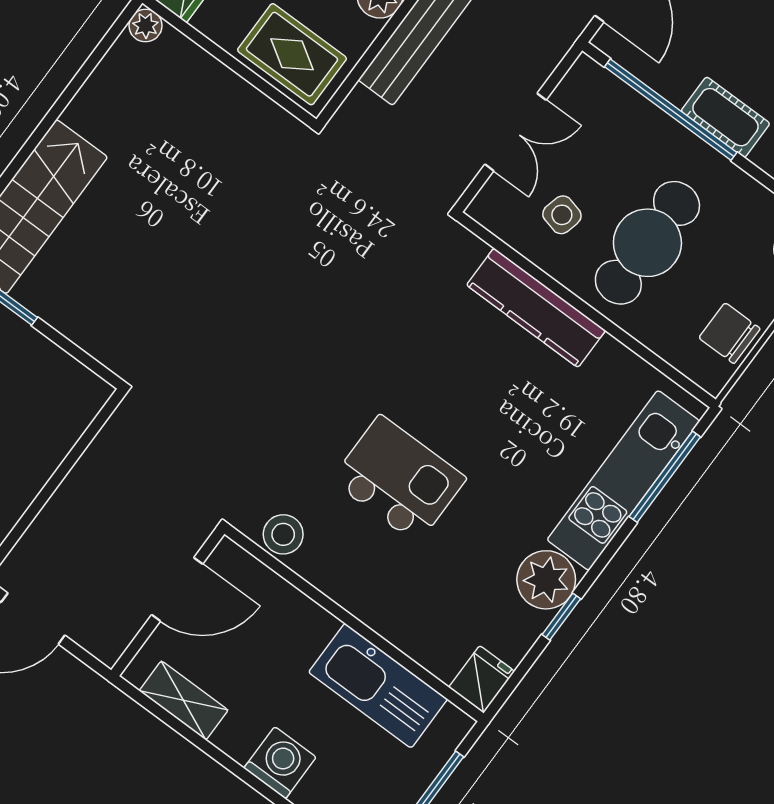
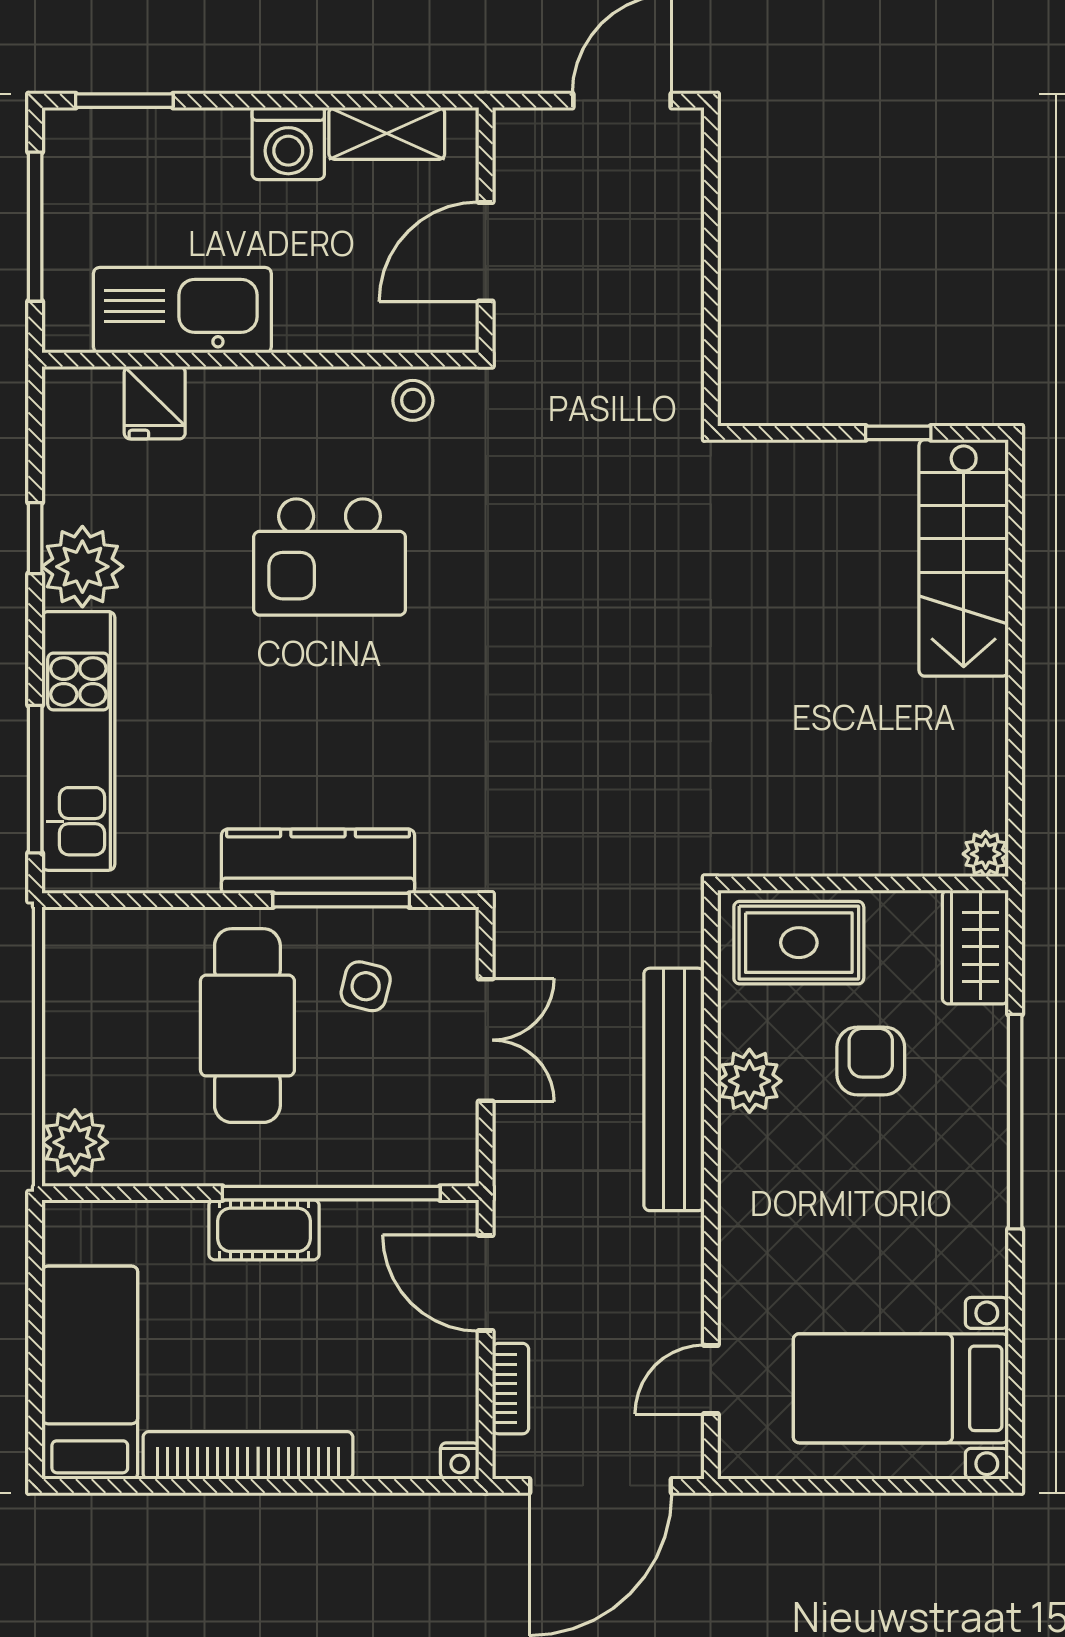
double door: (515, 132) -> (486, 1040), swing flipped
window: (539, 275) -> (341, 900), added
chair: (730, 333) -> (81, 993), removed
stool: (283, 534) -> (413, 400), width x0.73, depth x0.73
fridge: (482, 679) -> (155, 403), moved
washing machine: (280, 763) -> (288, 143), moved

